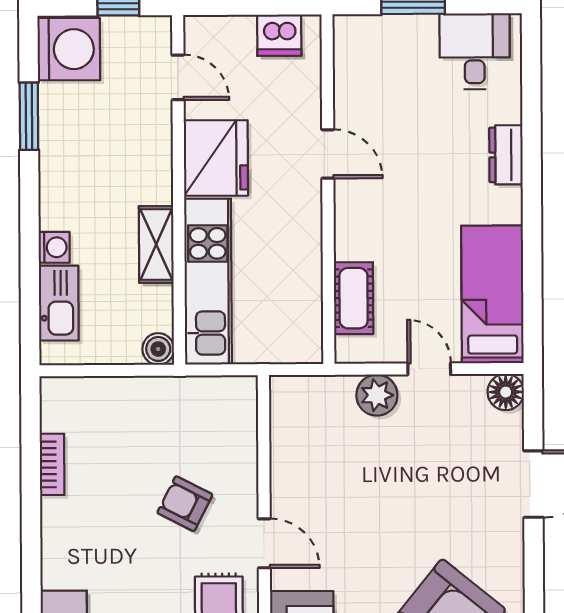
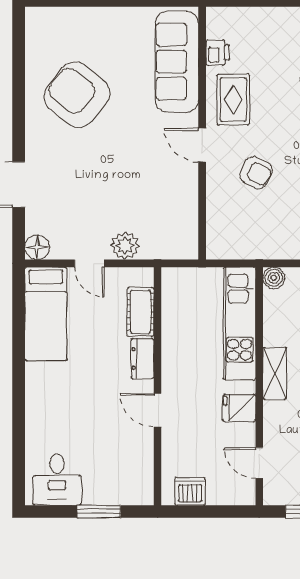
dresser: (506, 155) -> (142, 358), moved, turned 180
fridge: (216, 158) -> (239, 408), width x0.53, depth x0.75
shelving: (156, 244) -> (275, 373), moved

